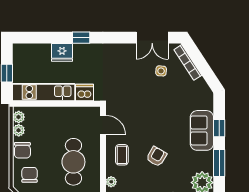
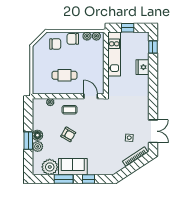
window: (81, 38) -> (153, 47), moved
double door: (152, 38) -> (153, 131), swing flipped
dishwasher: (85, 92) -> (114, 83), removed
door: (103, 125) -> (91, 96), swing flipped
sofa: (202, 130) -> (73, 167), moved
cafe table: (73, 162) -> (64, 75), width x0.73, depth x0.74

